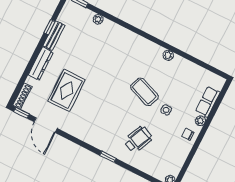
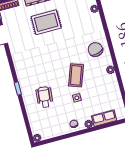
chair: (137, 52) -> (95, 50), added
rug: (67, 90) -> (46, 22), moved
wheelchair: (138, 139) -> (44, 97), turned -108

